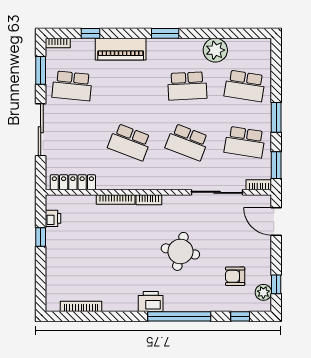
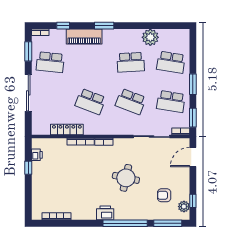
window: (165, 33) -> (104, 26), moved
locker: (73, 182) -> (67, 130), moved
door: (276, 222) -> (193, 157), hinge flipped
window: (240, 316) -> (168, 223), width x2.17

